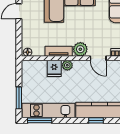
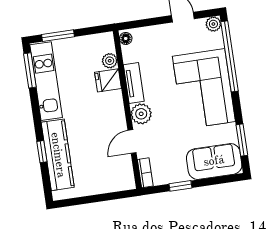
plant: (67, 65) -> (110, 61), moved

